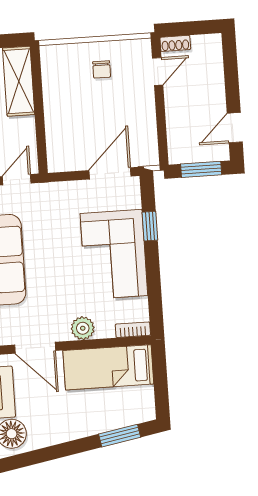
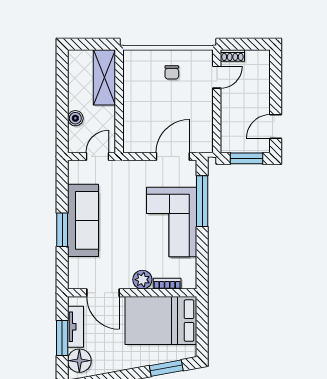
window: (150, 226) -> (202, 201), width x2.17
bookcase: (133, 330) -> (167, 284), moved
bed: (108, 367) -> (161, 321), width x1.50

